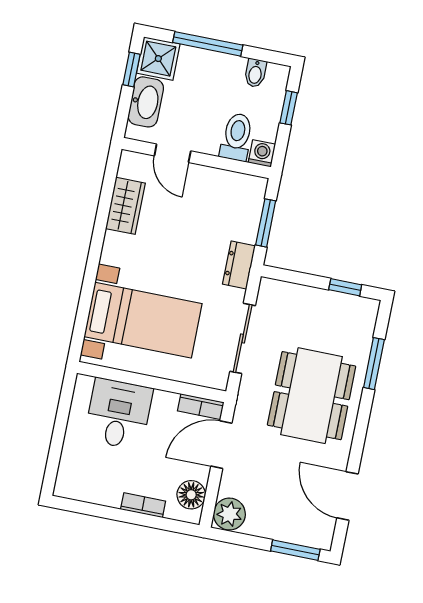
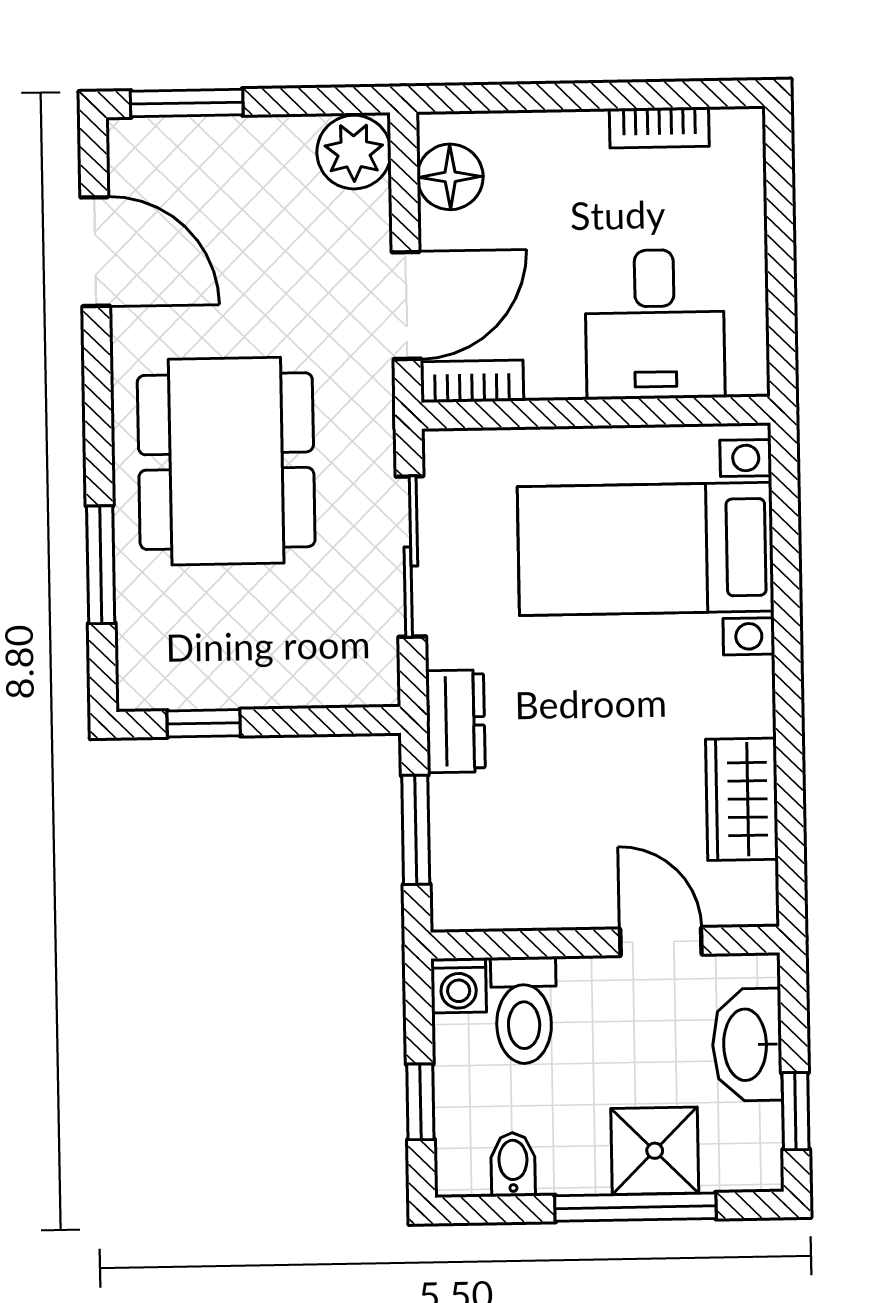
shower: (158, 59) -> (655, 1151), moved
bookcase: (143, 505) -> (659, 127), moved

